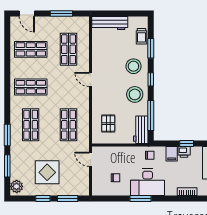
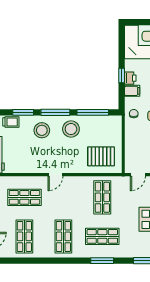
window: (151, 79) -> (55, 112), width x2.17
pallet: (108, 124) -> (101, 156), width x1.50, depth x1.42
shop shelf: (69, 125) -> (102, 197), turned 90
workbench: (141, 130) -> (107, 123), removed
window: (7, 135) -> (102, 261), moved

